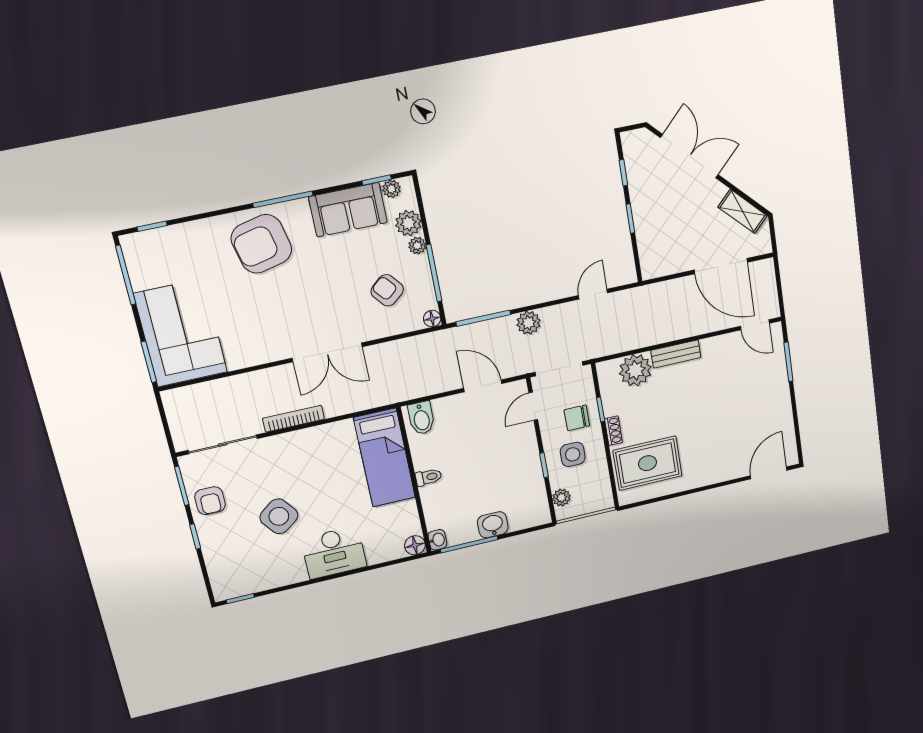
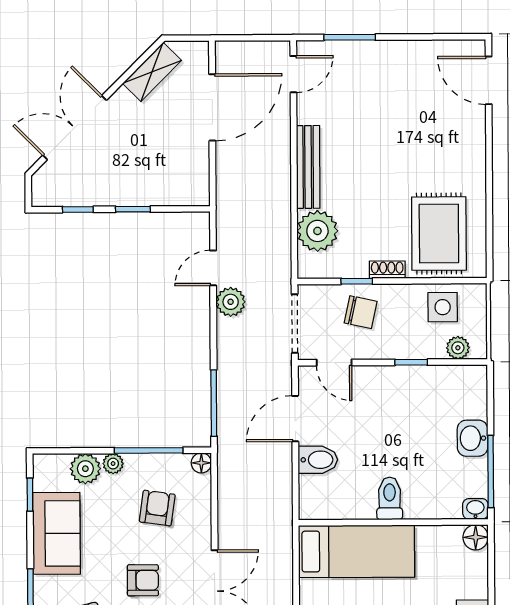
plant: (391, 189) -> (43, 480), removed
armchair: (387, 290) -> (157, 508), turned 138
armchair: (323, 291) -> (143, 580), added
door: (593, 294) -> (213, 268), hinge flipped
plant: (529, 323) -> (231, 302), moved
bench: (676, 354) -> (308, 167), width x1.36
bidet: (421, 418) -> (318, 460), moved
chair: (577, 418) -> (361, 312), turned -78
side table: (573, 454) -> (443, 307), moved
toilet: (428, 477) -> (390, 498), width x1.37, depth x1.39

